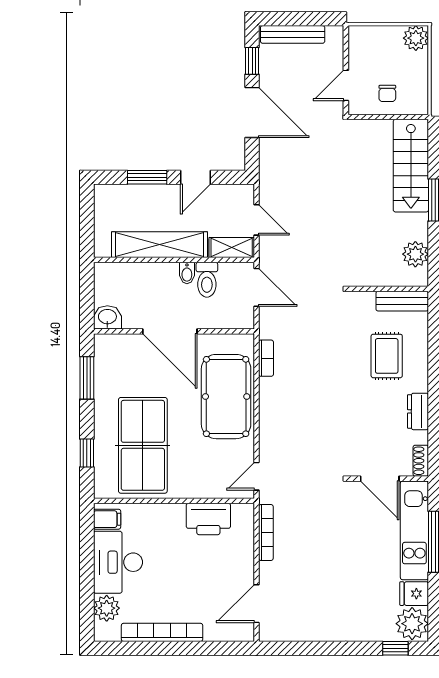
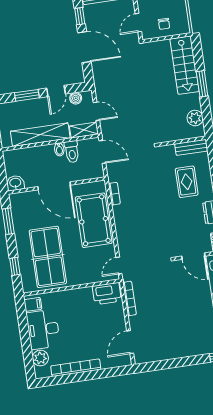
boiler: (226, 194) -> (76, 98), added
printer: (208, 519) -> (107, 294), moved

